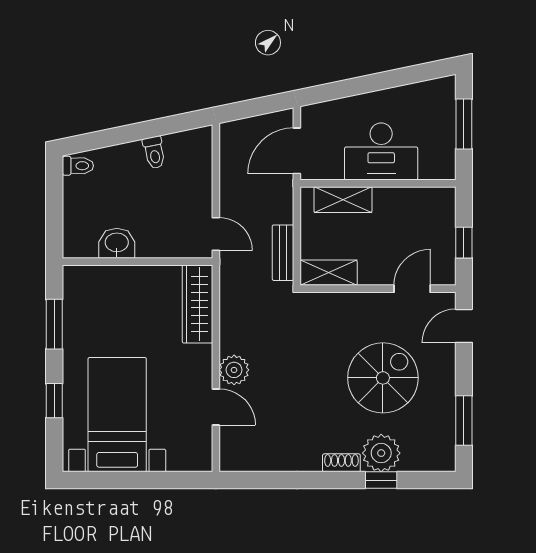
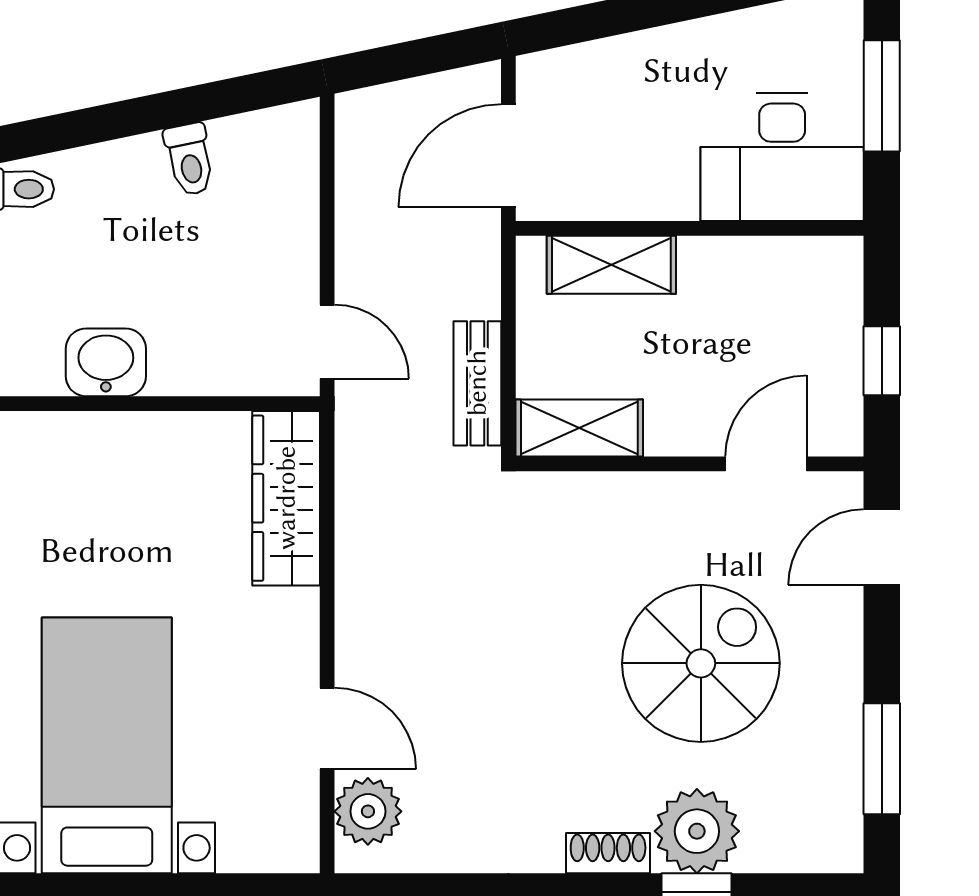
desk: (381, 151) -> (782, 157), moved
plant: (234, 370) -> (368, 811), moved

